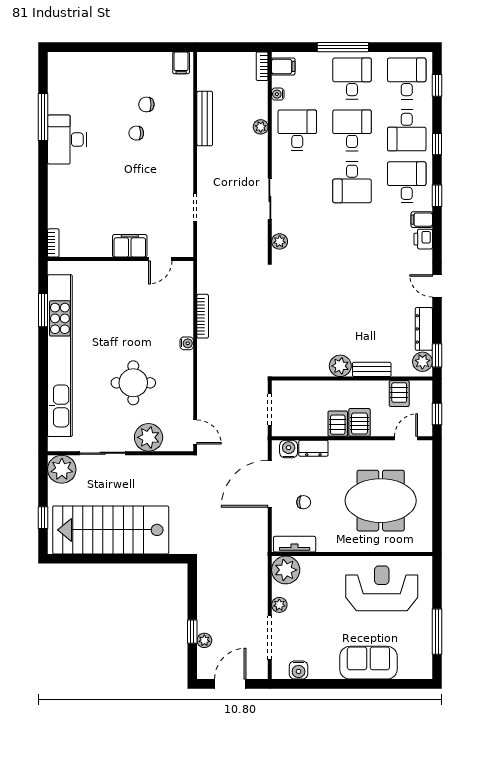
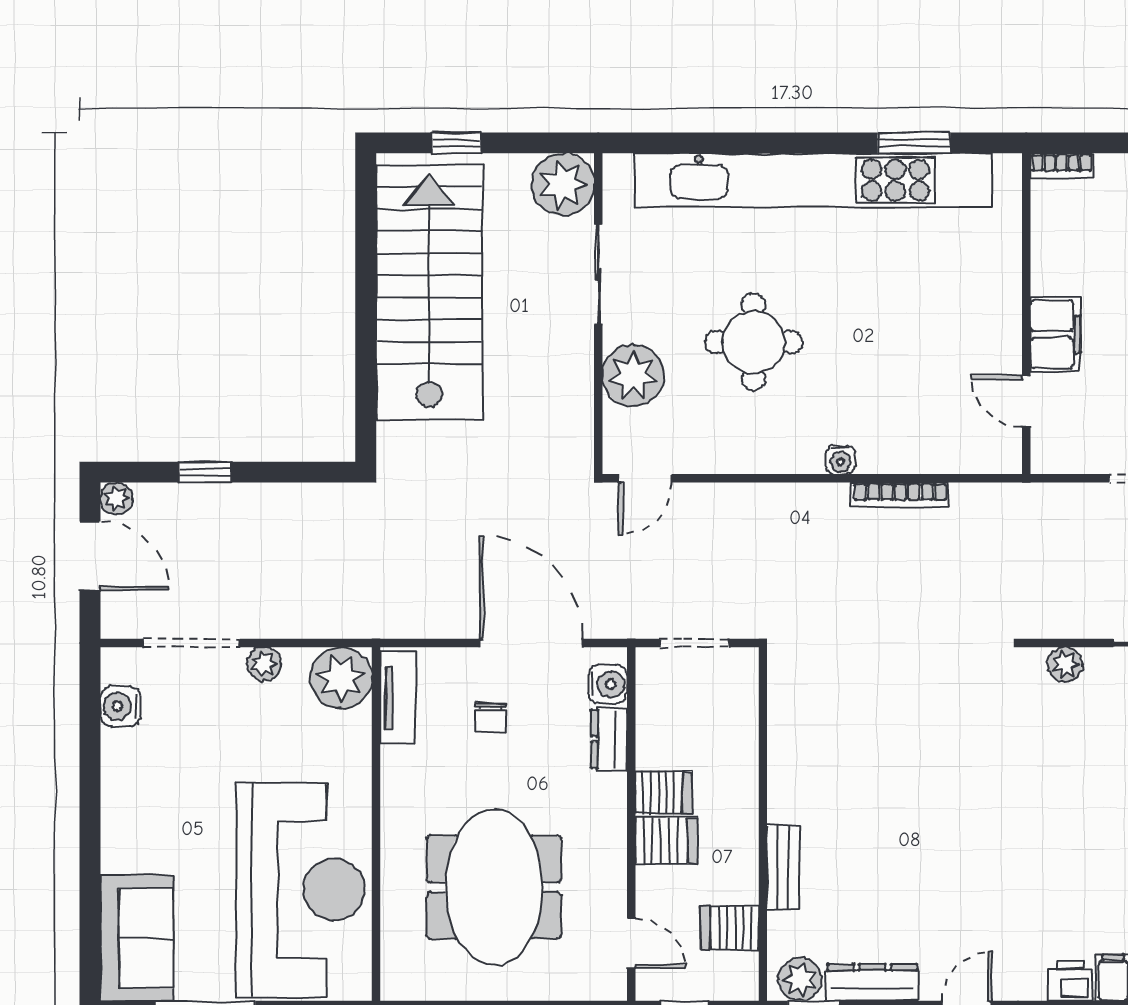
plant: (340, 366) -> (791, 798), removed
reception desk: (382, 588) -> (301, 890), width x1.36, depth x1.30
plant: (204, 640) -> (116, 499), moved
sofa: (368, 663) -> (137, 938), moved

